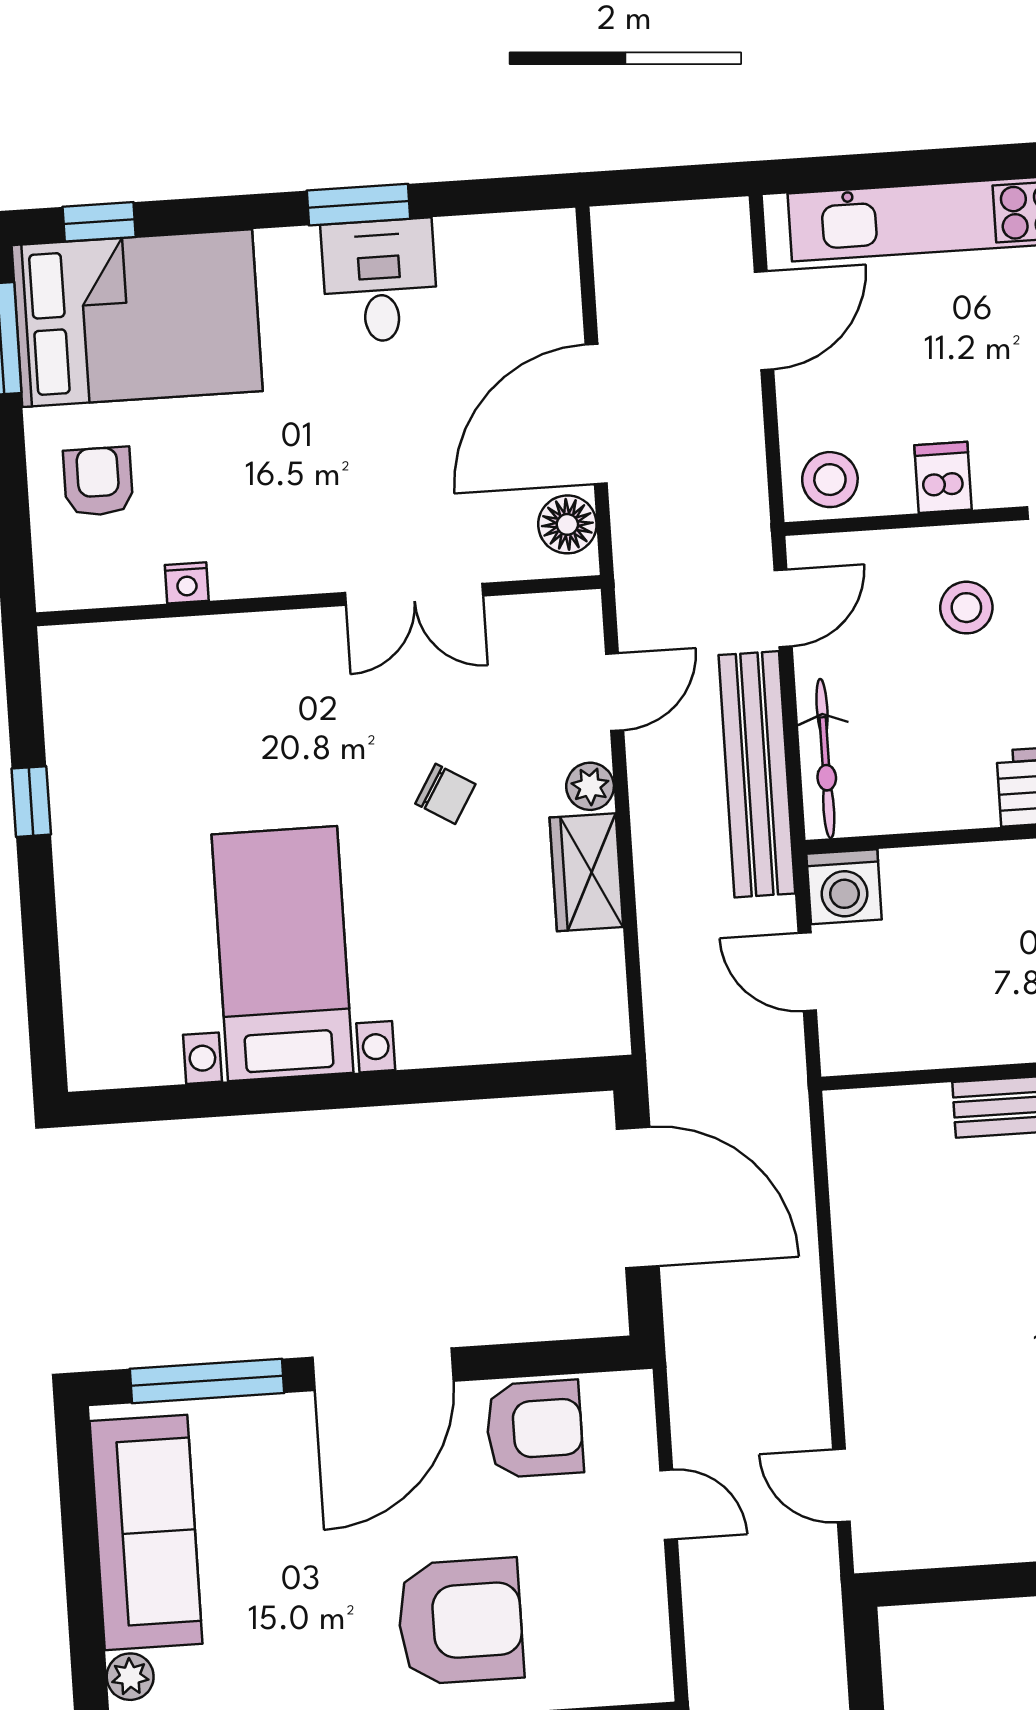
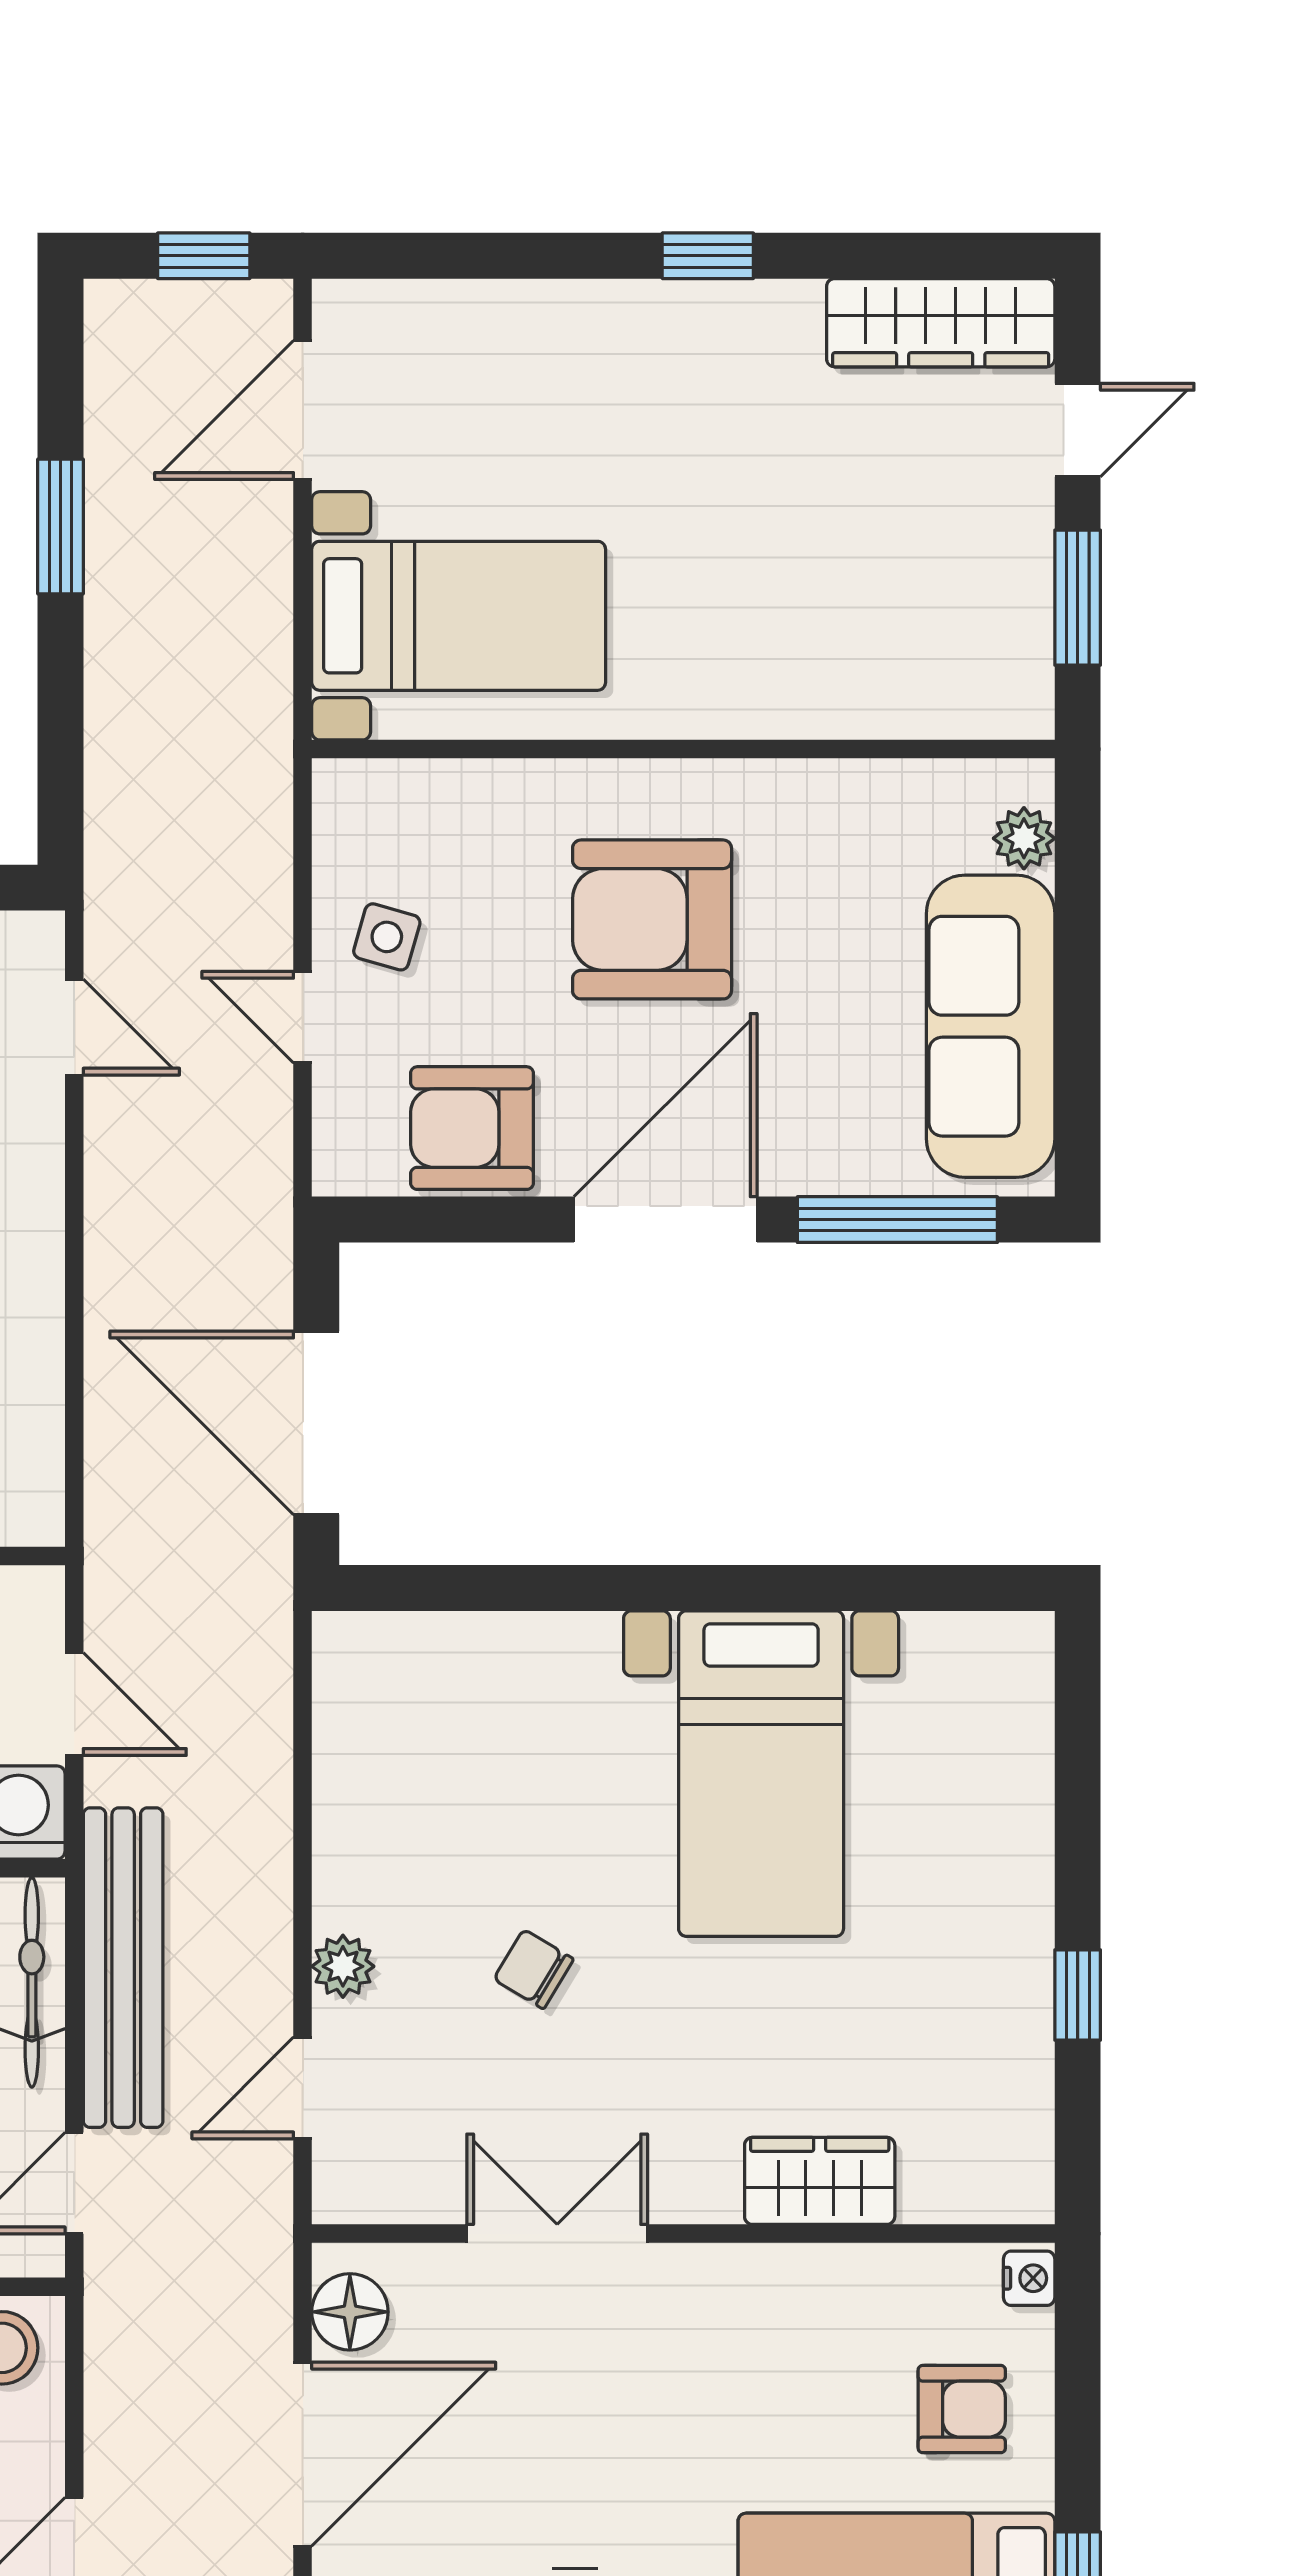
armchair: (98, 482) -> (962, 2409), turned -90
nightstand: (187, 583) -> (1029, 2278), moved, turned 90
wardrobe: (586, 872) -> (820, 2181), moved, turned -90
side table: (609, 1570) -> (387, 937), added
armchair: (460, 1621) -> (652, 919), moved

